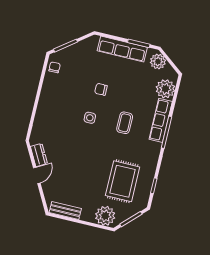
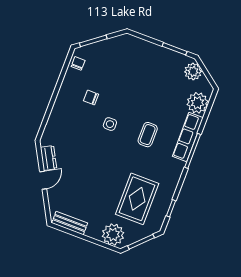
row of seats: (122, 49) -> (155, 53), removed
chair: (101, 89) -> (91, 97), moved

